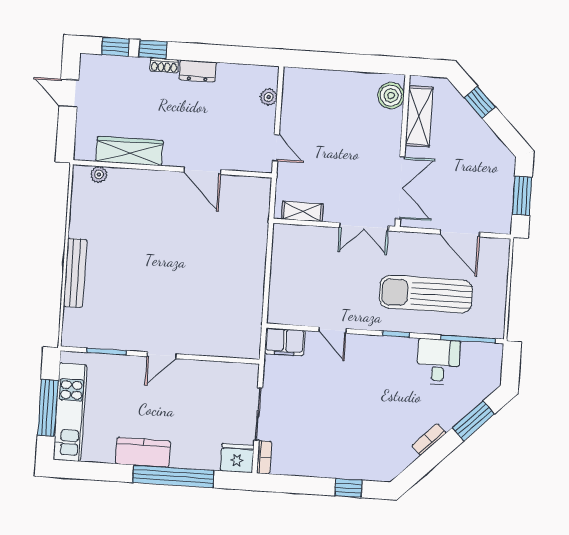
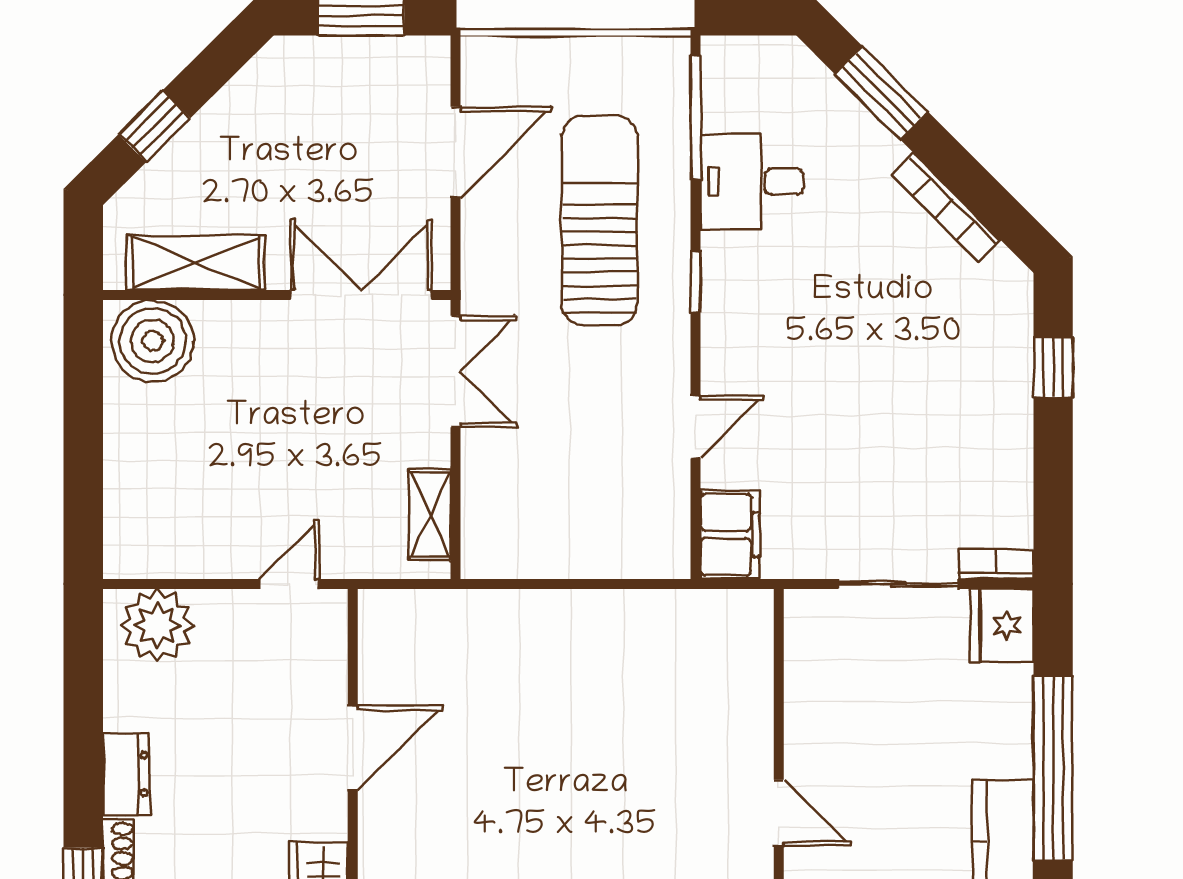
boiler: (391, 96) -> (153, 341), width x1.37, depth x1.37
plant: (269, 97) -> (157, 625), width x1.88, depth x1.88
sun lounger: (426, 294) -> (600, 220), turned 180
bookcase: (429, 439) -> (946, 207), width x1.56

